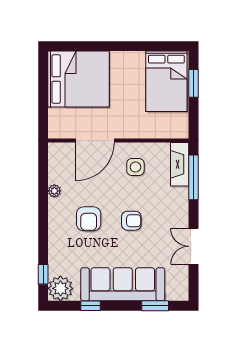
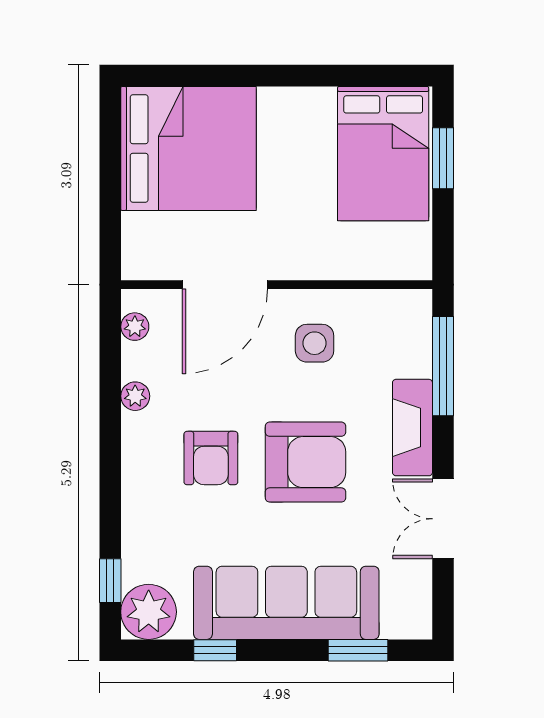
plant: (54, 159) -> (135, 327), added
fireplace: (180, 164) -> (412, 428), moved
armchair: (131, 221) -> (305, 462), width x1.88, depth x1.88

